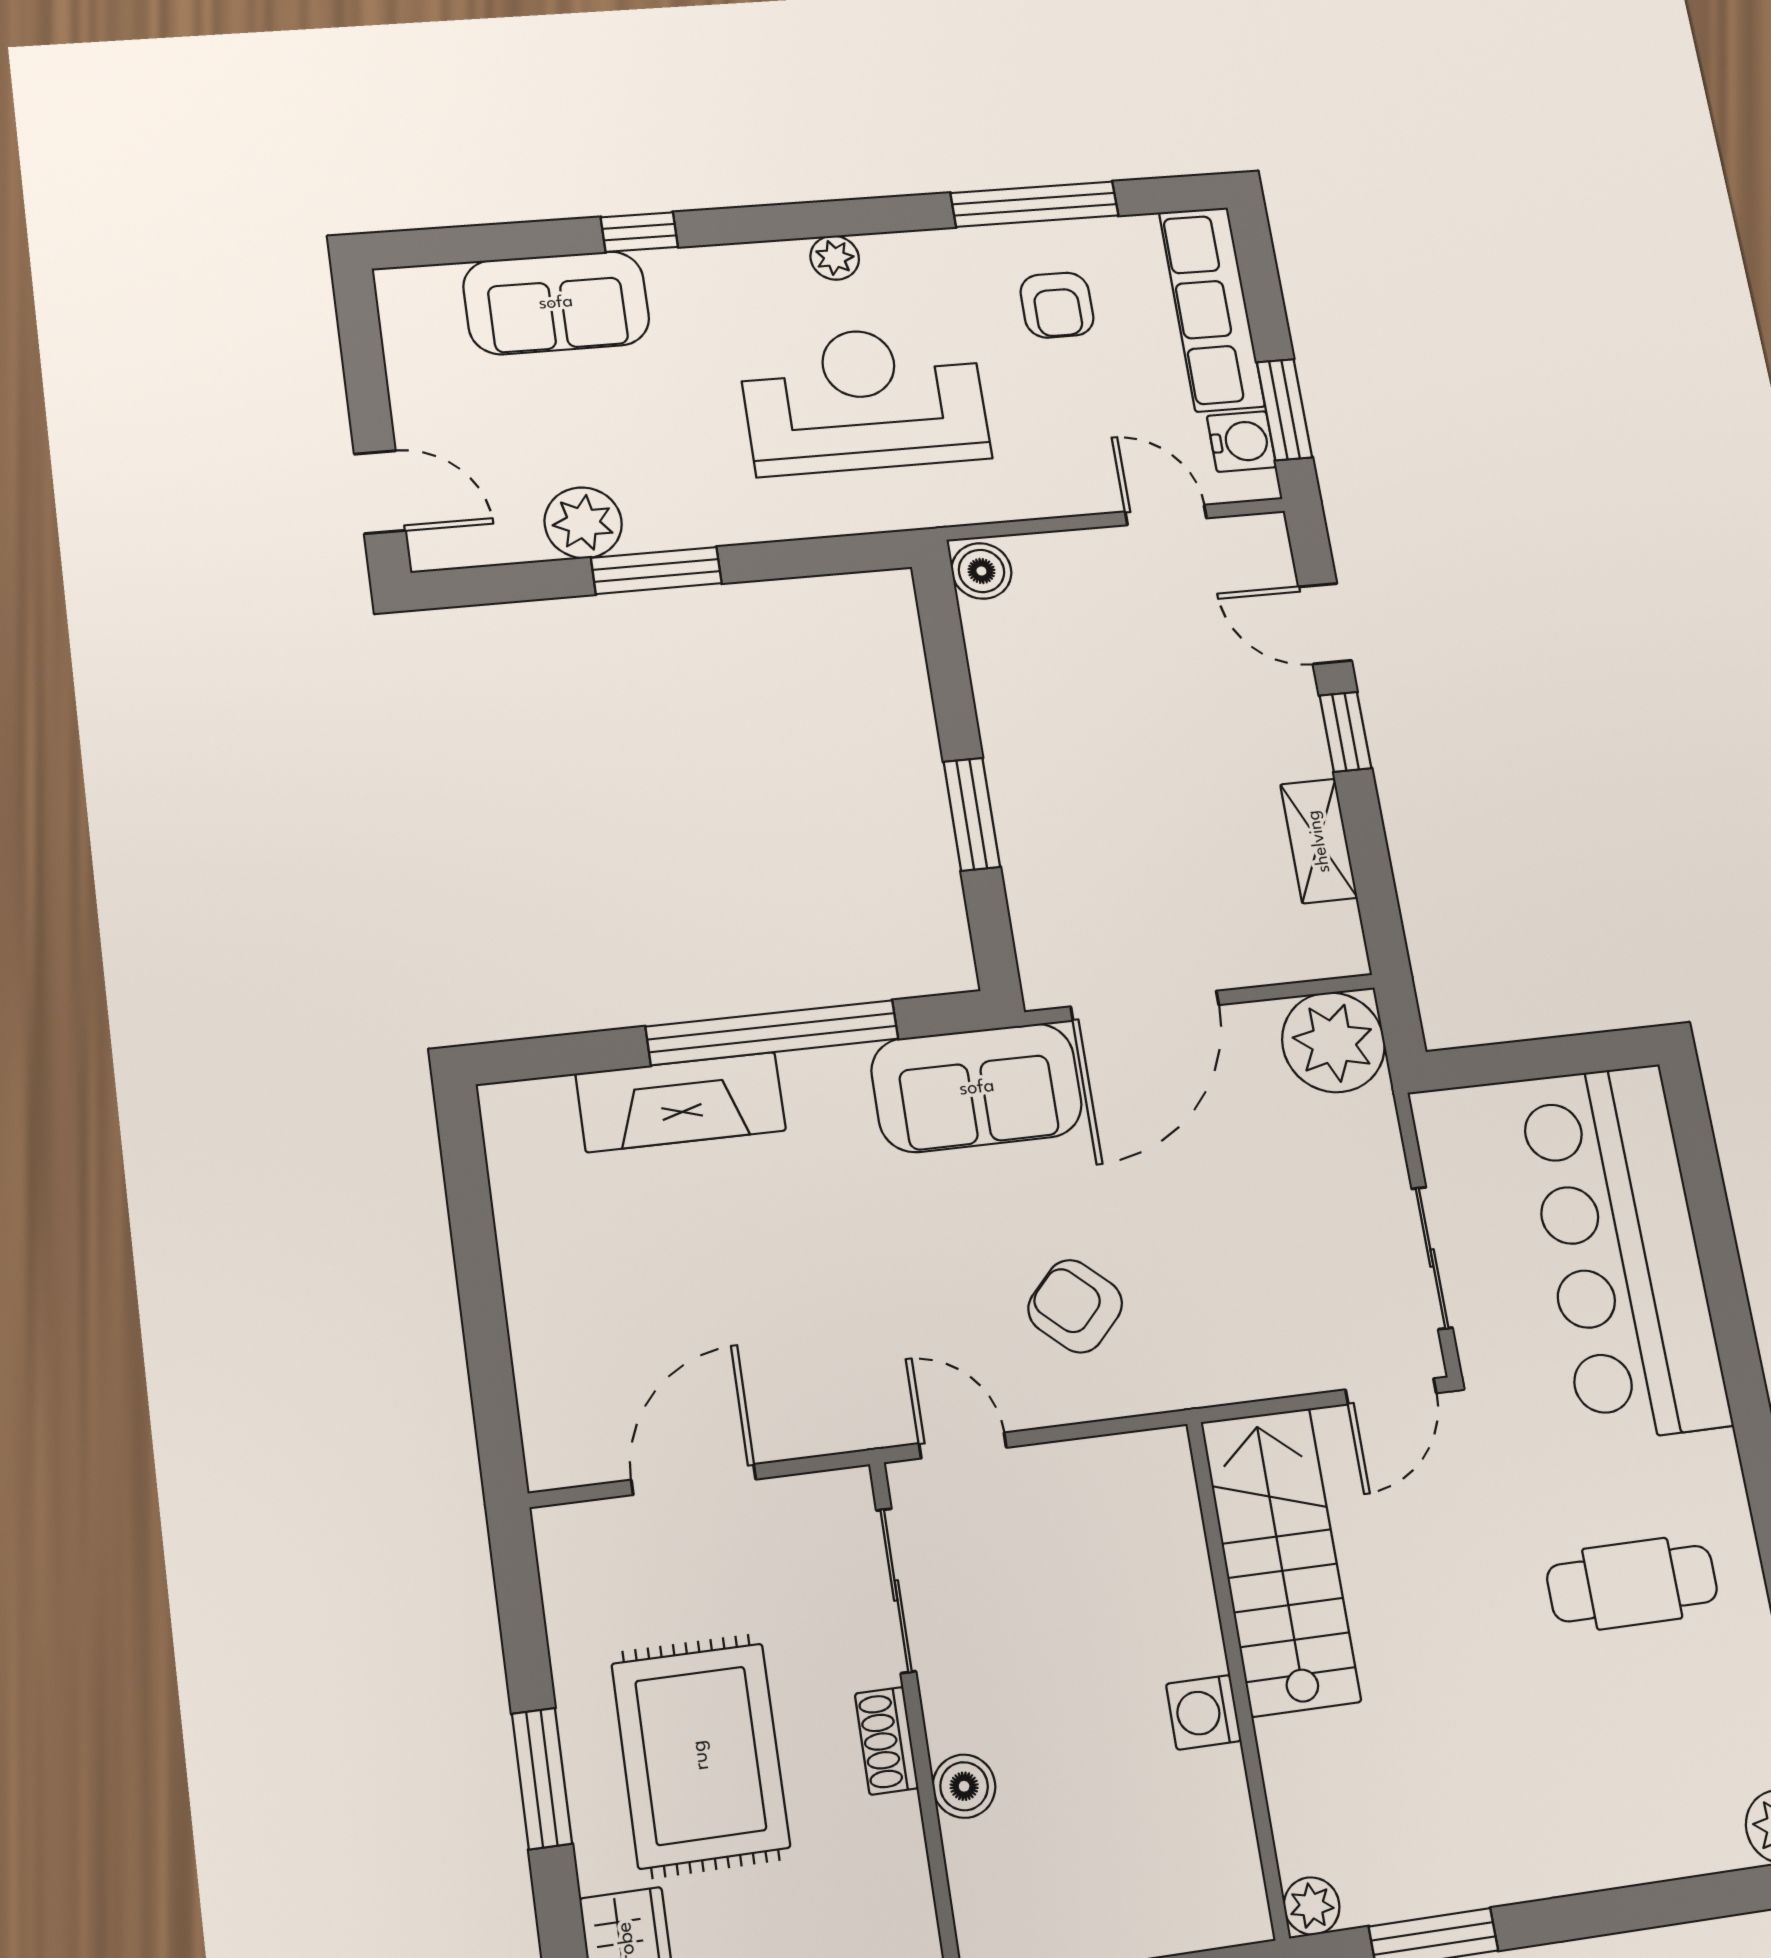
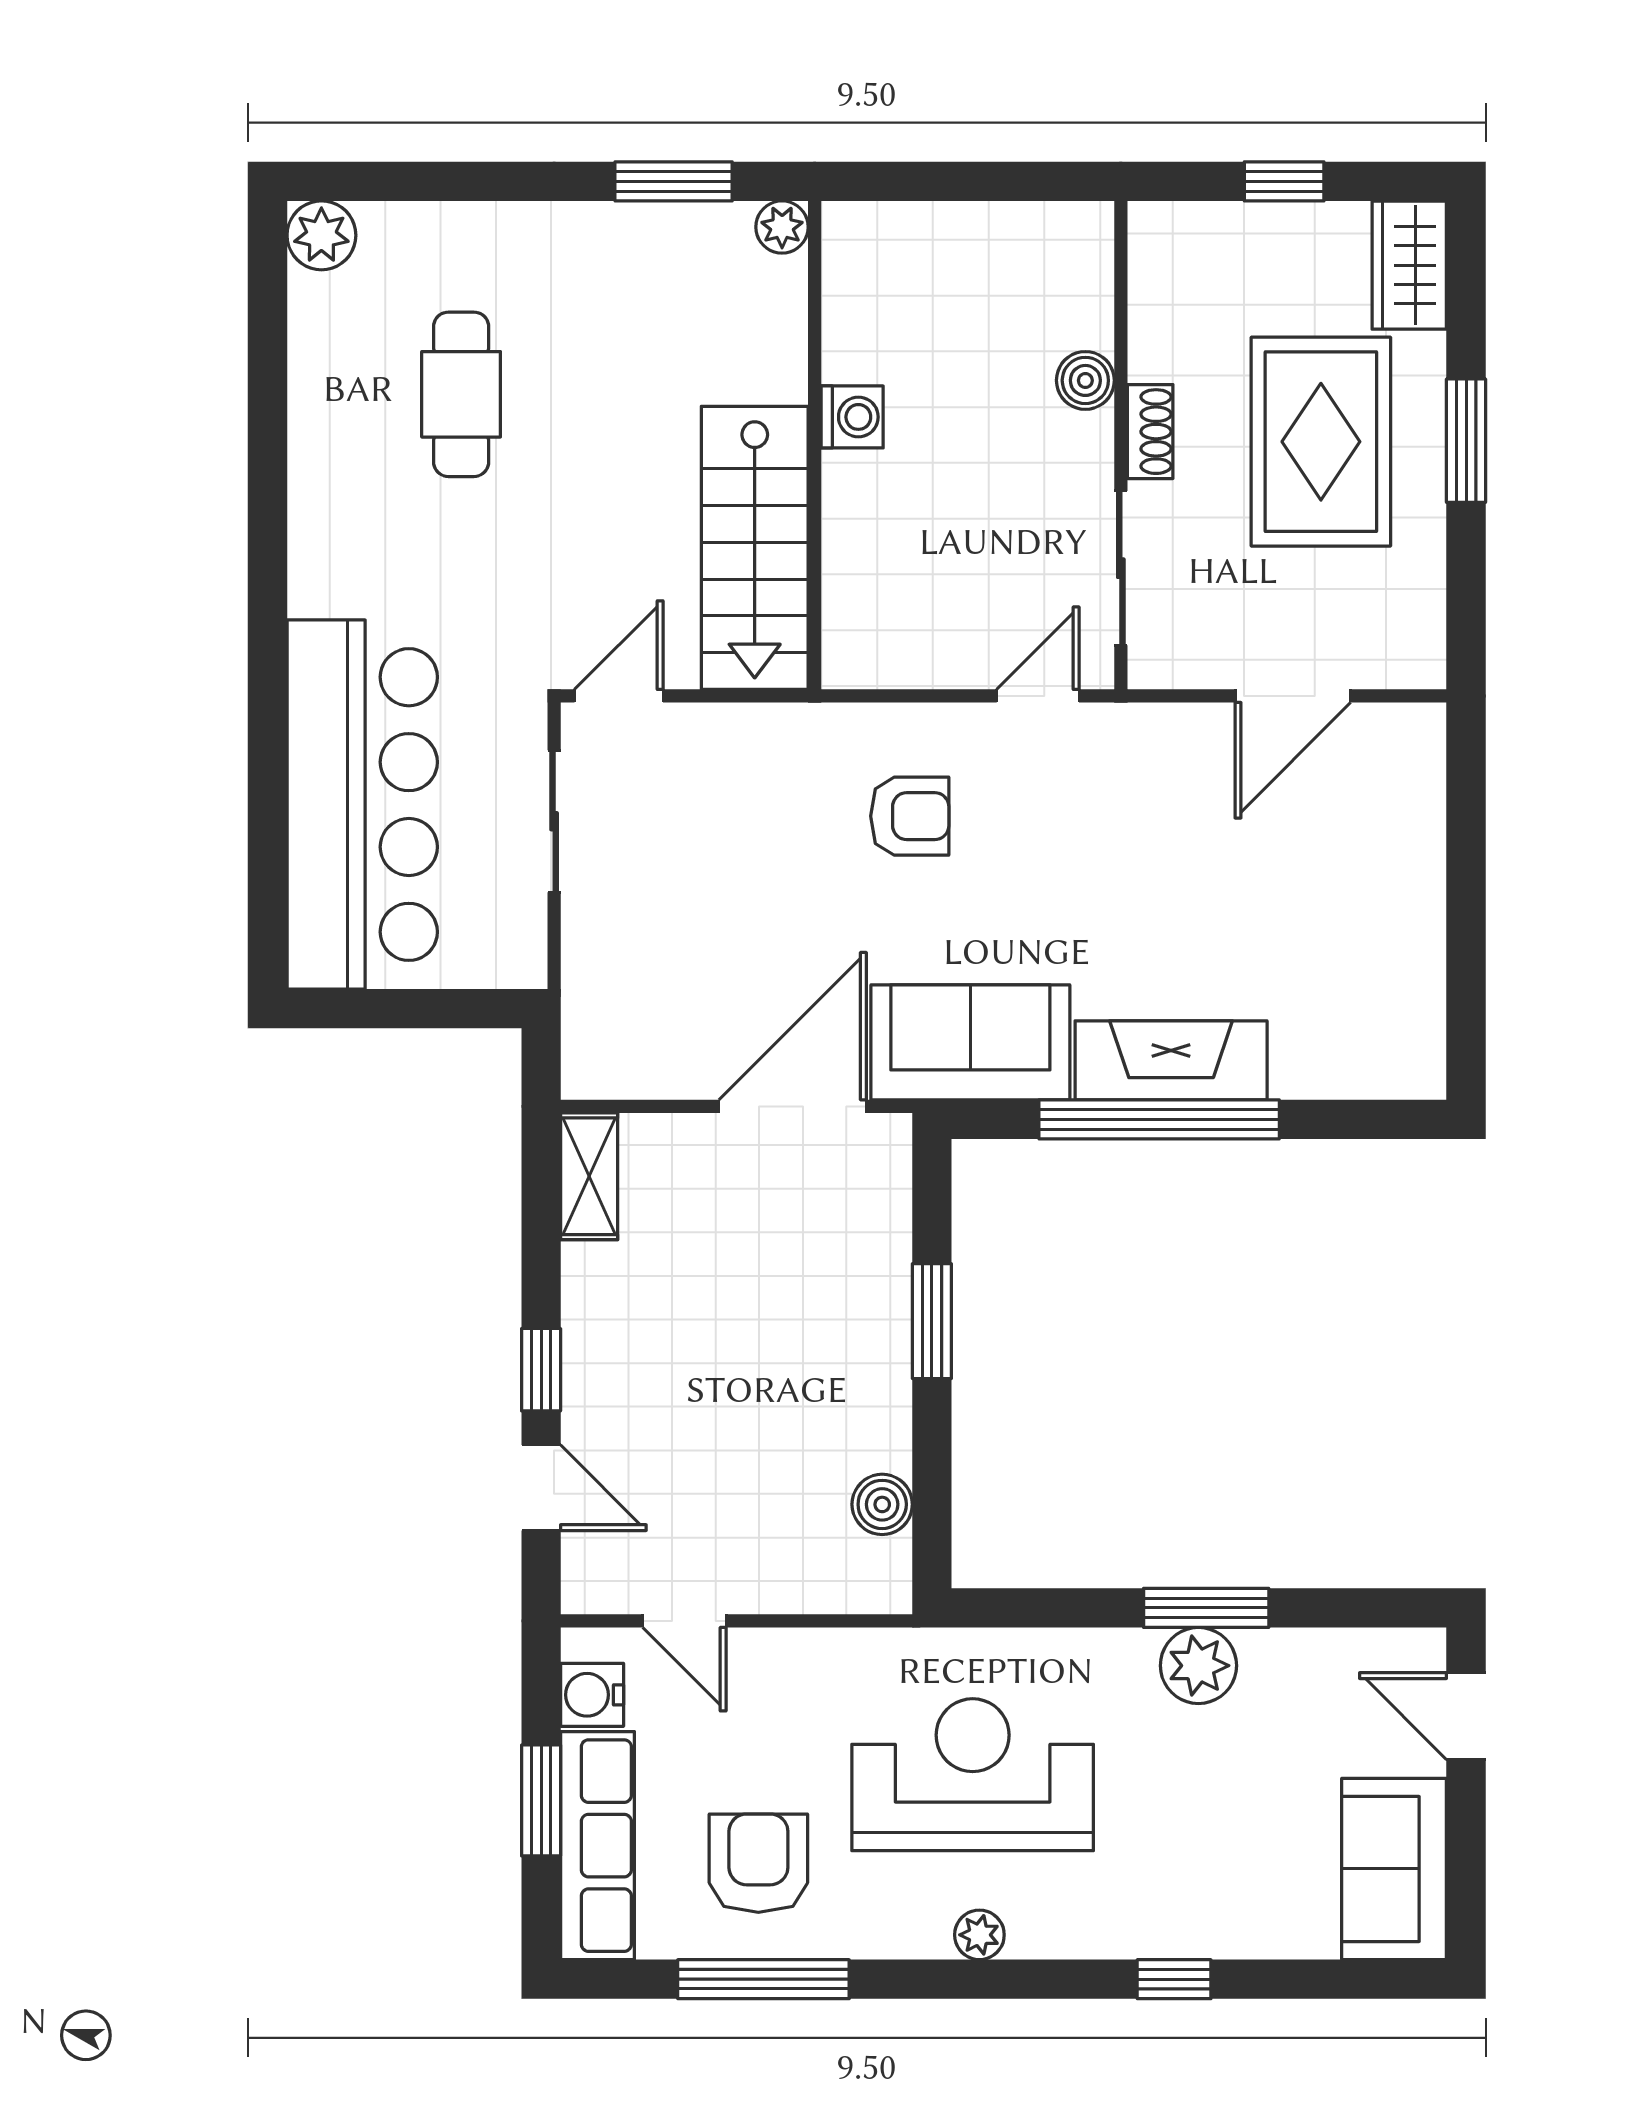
sofa: (556, 303) -> (1394, 1869), moved, turned -90
armchair: (1057, 305) -> (758, 1863), width x1.38, depth x1.38
reception desk: (864, 399) -> (973, 1775), turned 180
window: (1284, 410) -> (541, 1800), moved
plant: (583, 523) -> (1198, 1666), moved
boiler: (981, 571) -> (882, 1504), moved
shelving: (1319, 841) -> (589, 1176), moved
plant: (1333, 1042) -> (612, 1048), removed
fireplace: (681, 1102) -> (1171, 1060), moved
armchair: (1075, 1306) -> (910, 816), turned -43
door: (963, 1446) -> (1038, 696), swing flipped
cafe table: (1632, 1584) -> (461, 394), moved, turned 90

